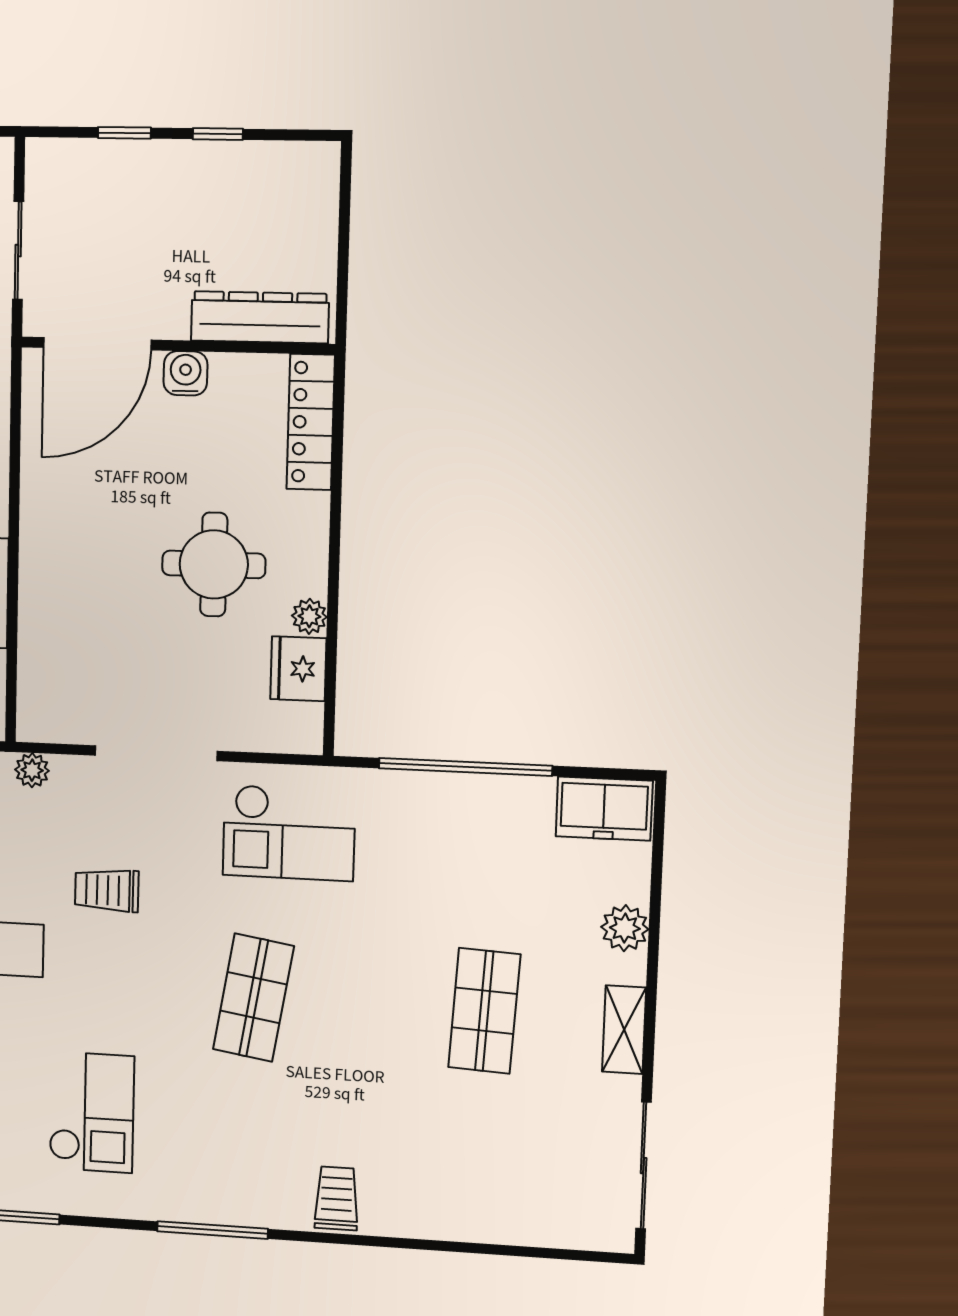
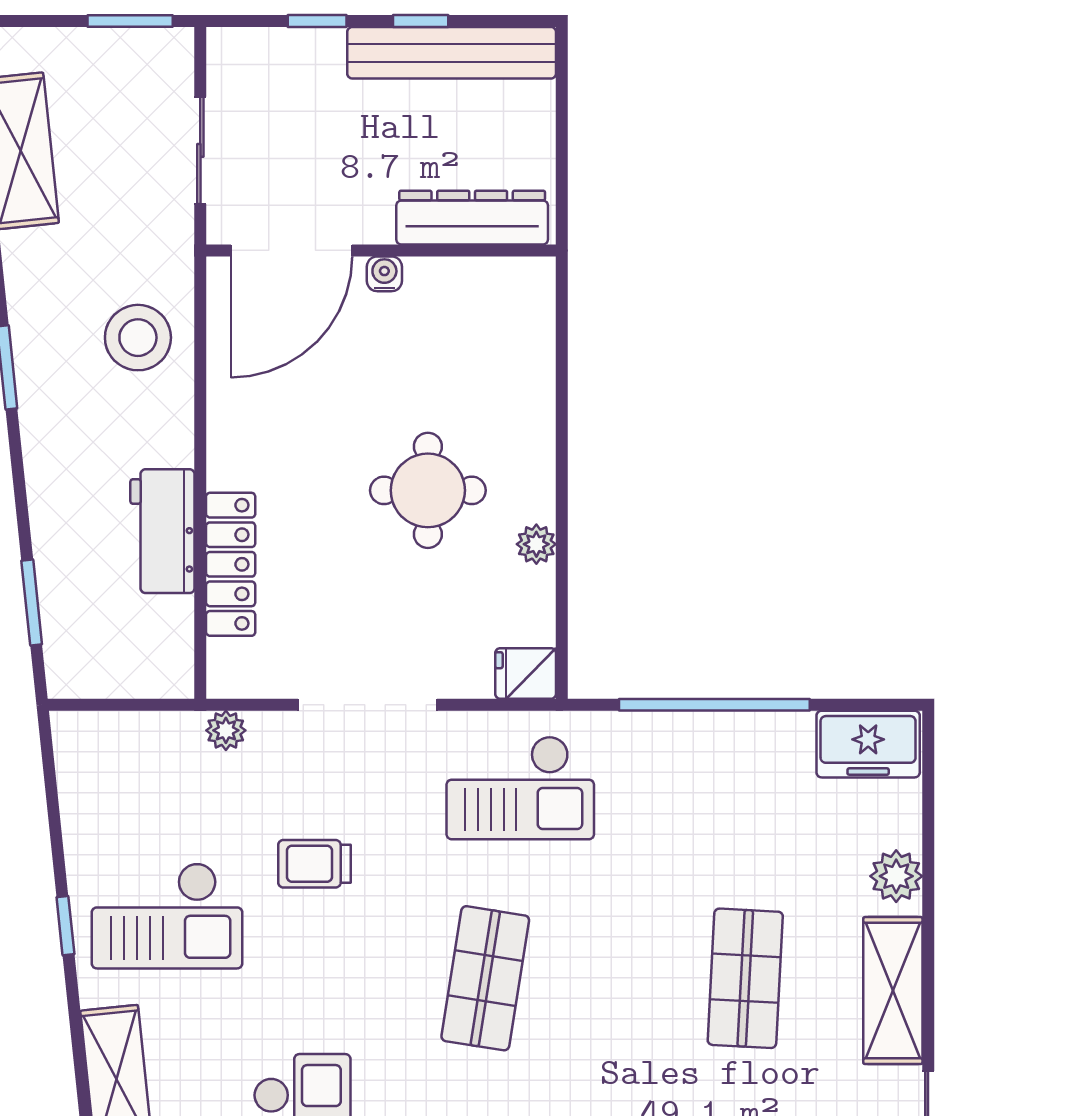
bench: (245, 164) -> (452, 53), added
water cooler: (185, 373) -> (384, 274), width x0.72, depth x0.72
locker: (311, 422) -> (231, 564), moved, turned 180
fridge: (298, 669) -> (526, 673), moved, width x0.72
shelving: (624, 1030) -> (893, 991), width x1.50, depth x1.33

